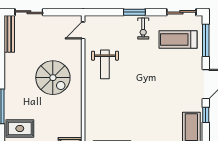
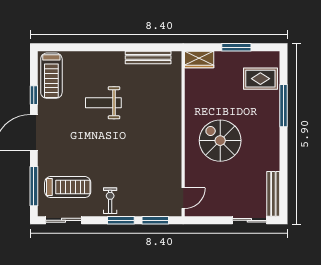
window: (106, 12) -> (155, 220), added
weight bench: (105, 64) -> (103, 103), moved, turned -90

